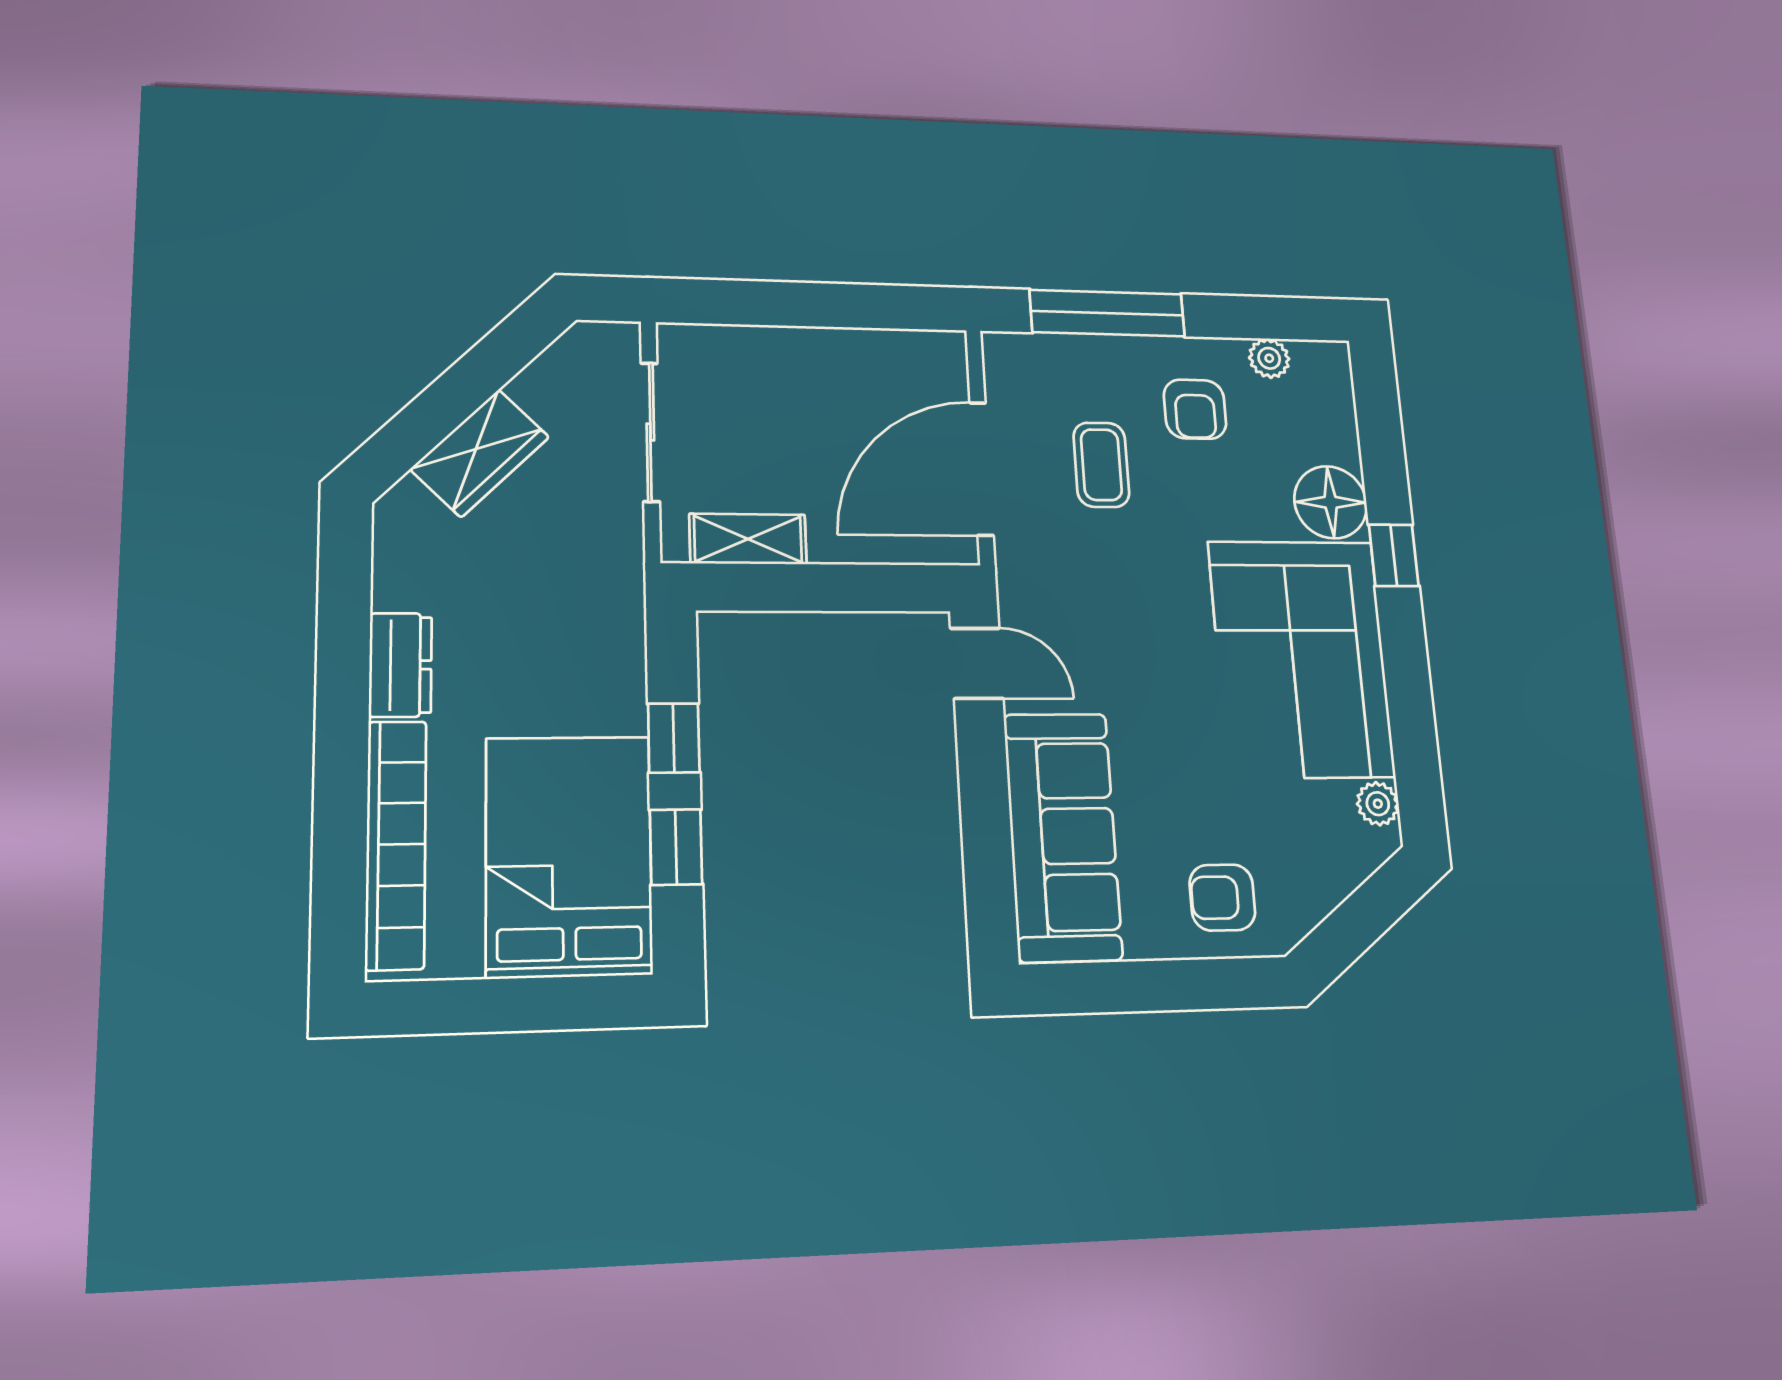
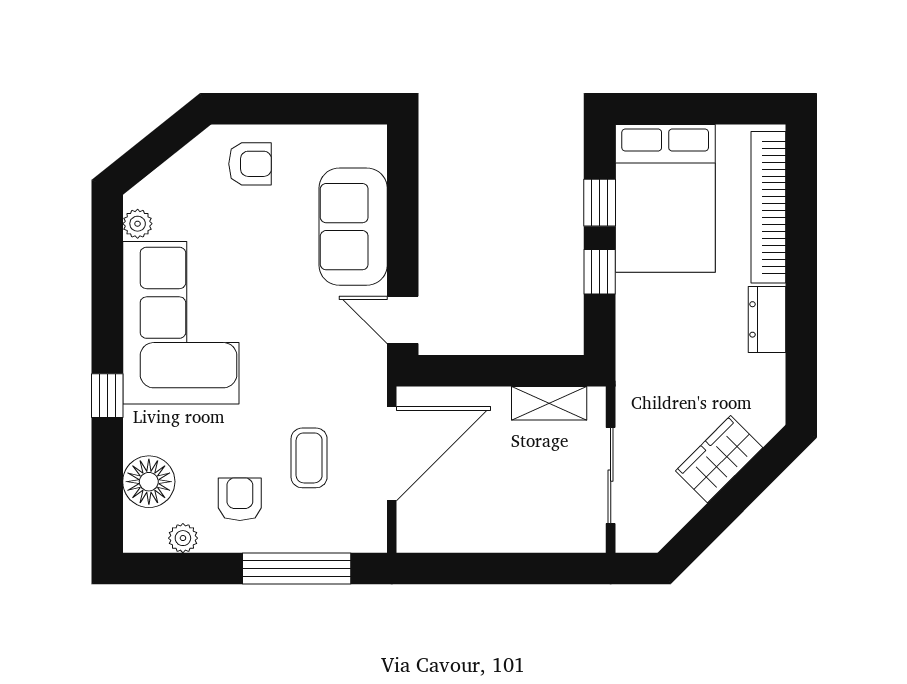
floor lamp: (1331, 502) -> (149, 482), moved
sofa: (1063, 836) -> (353, 227), width x0.73

